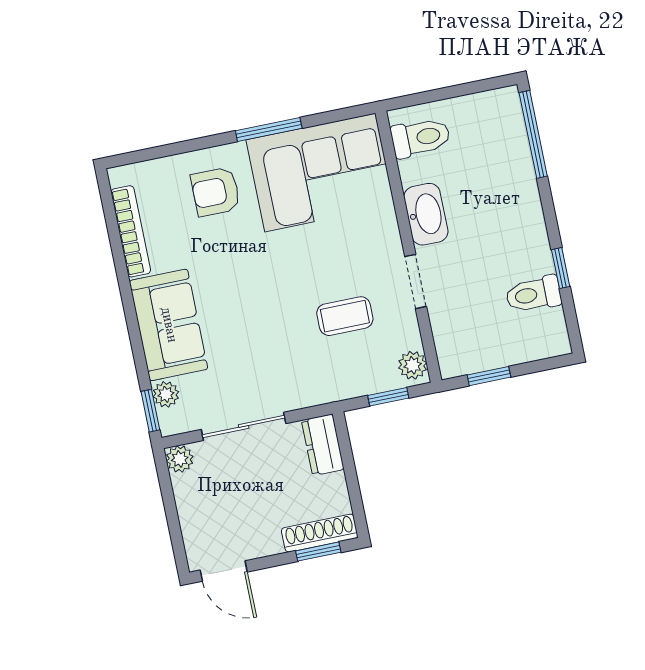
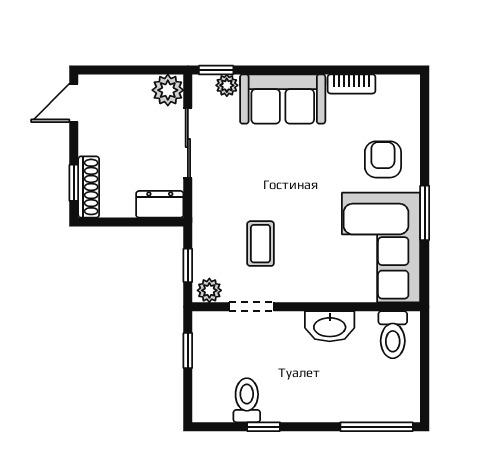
bookcase: (131, 231) -> (351, 84), width x0.64
doorway: (416, 281) -> (251, 307), moved
plant: (180, 459) -> (168, 90), width x1.38, depth x1.38

